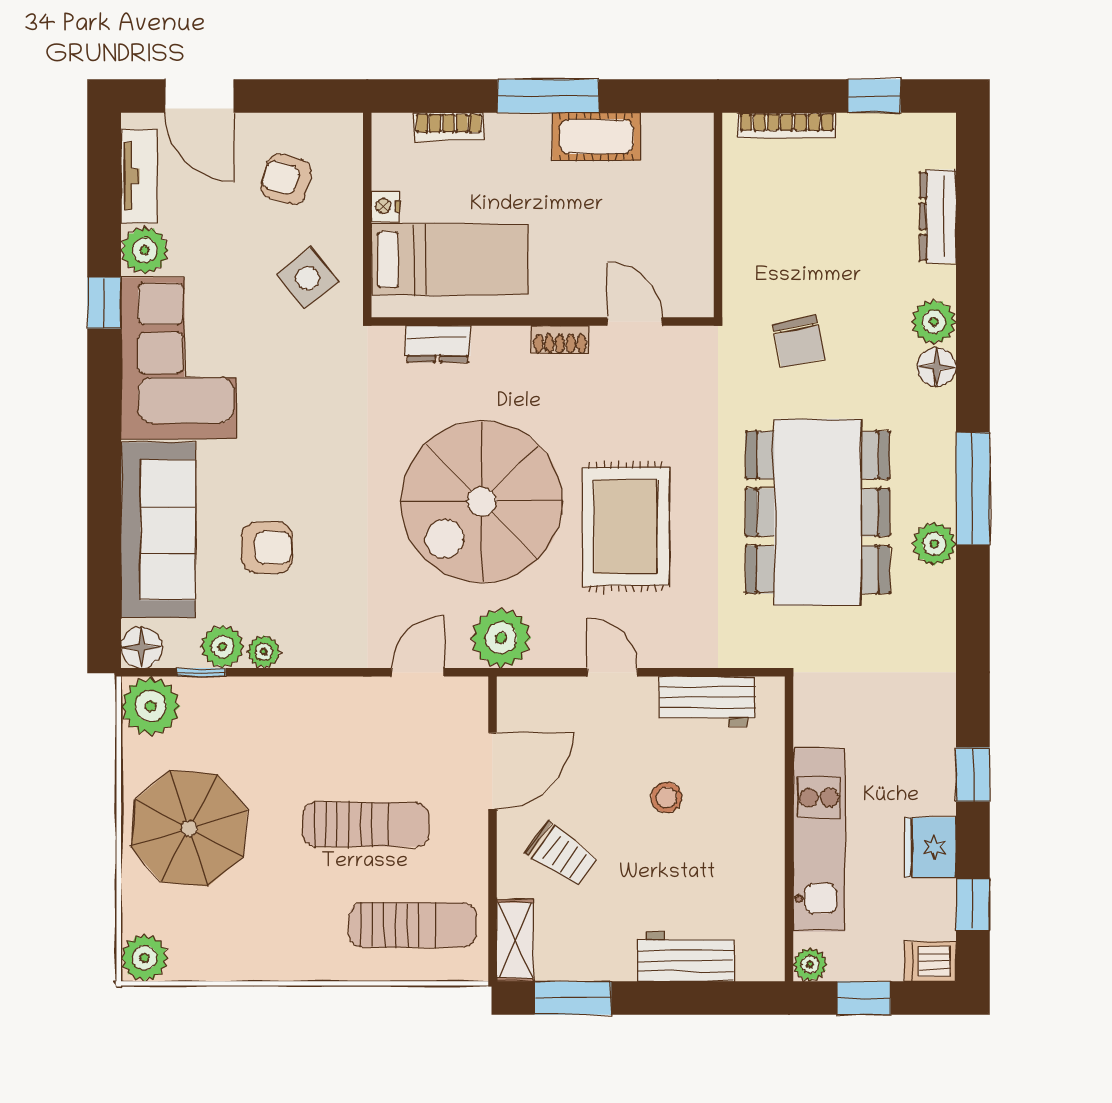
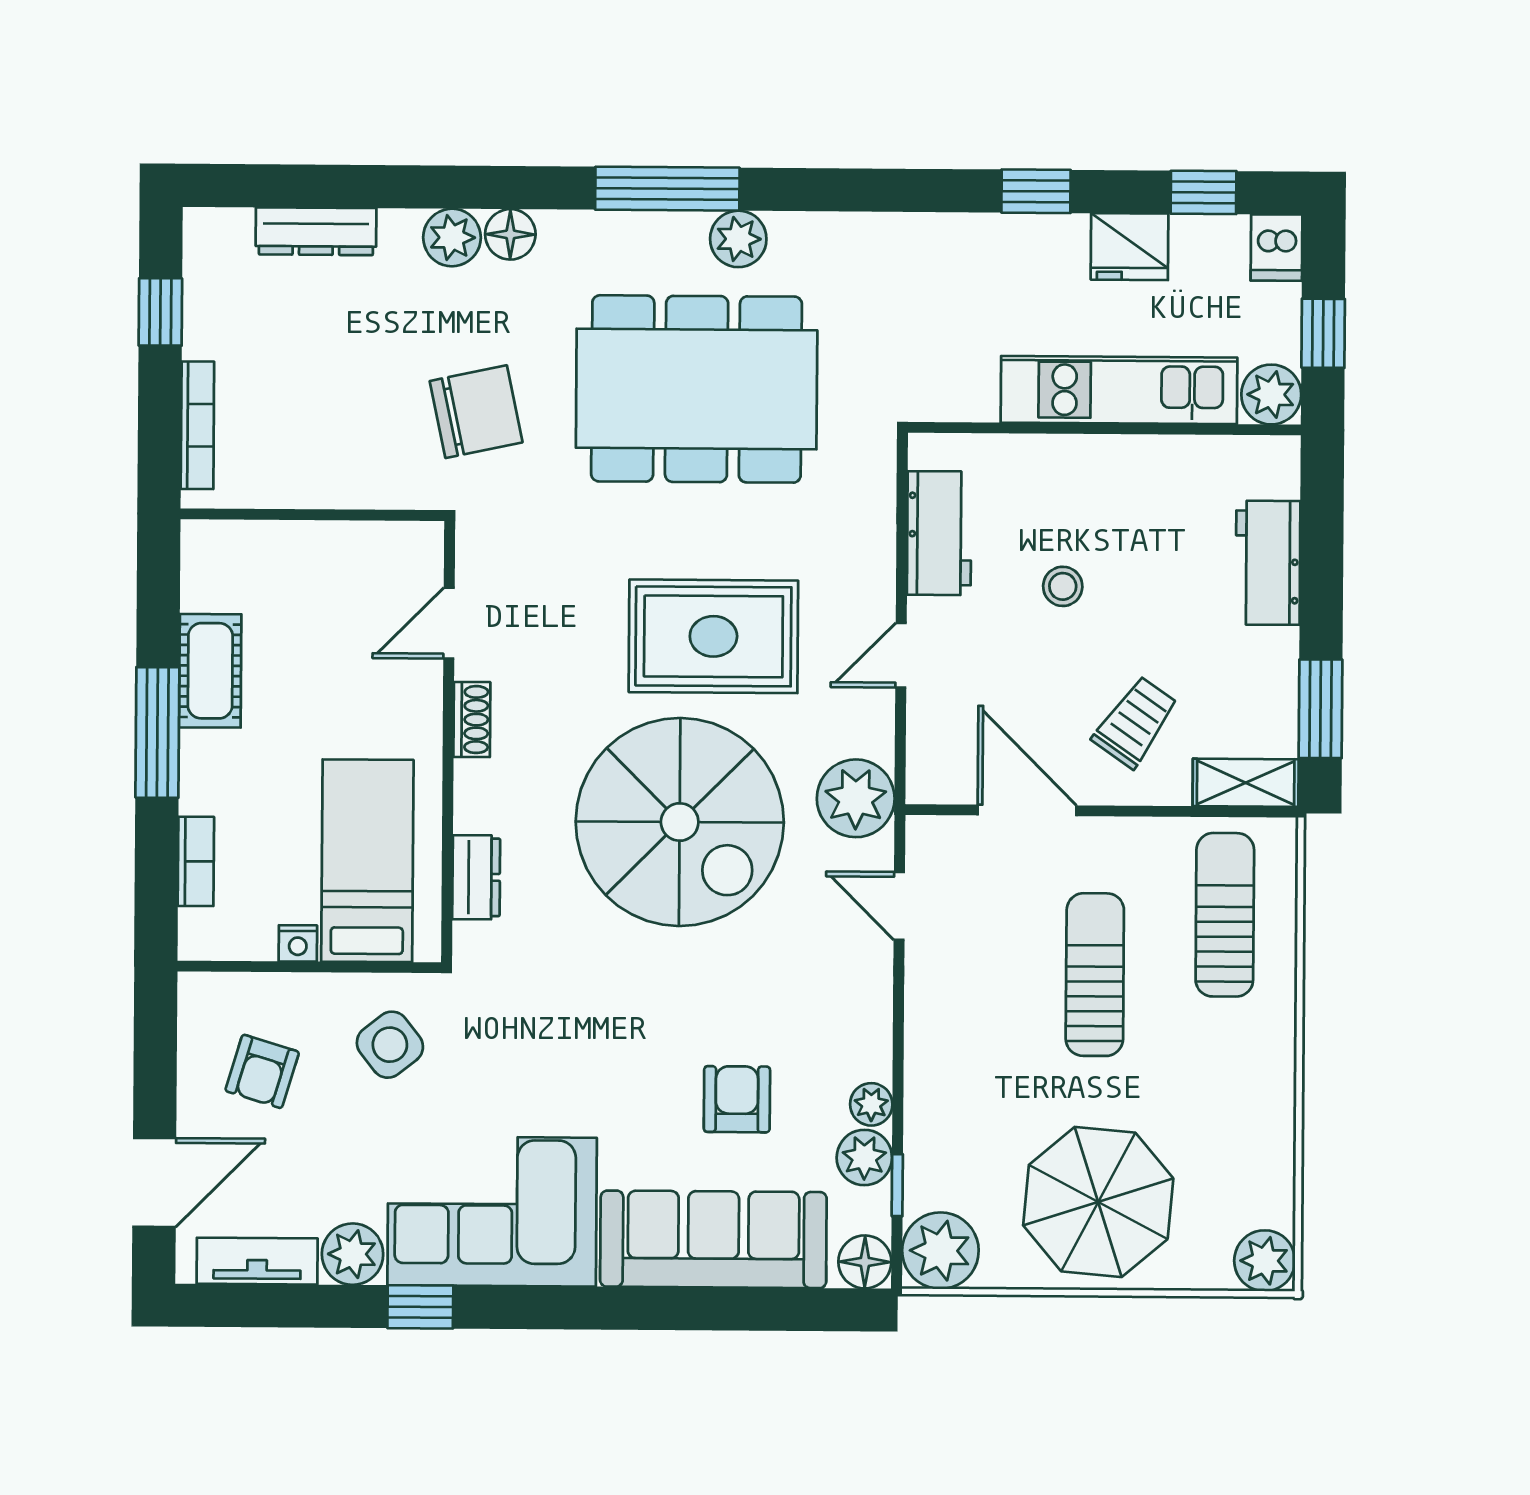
chair: (799, 341) -> (476, 412), width x1.37, depth x1.37
plant: (810, 964) -> (1271, 394), width x1.38, depth x1.38

